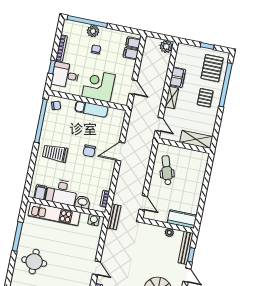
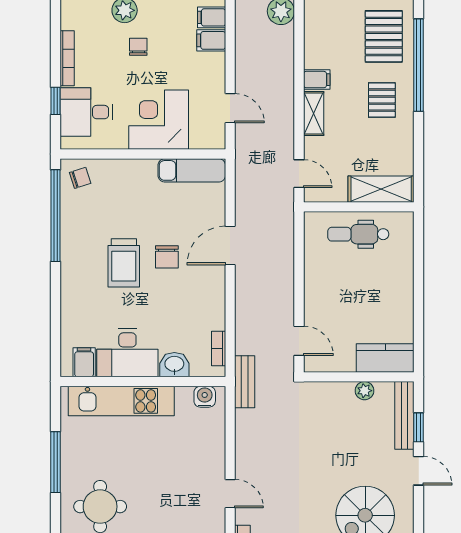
filing cabinet: (178, 77) -> (317, 80), width x0.50
exam couch: (91, 109) -> (192, 170), moved
trolley: (55, 153) -> (124, 263), moved, turned -90
dental chair: (167, 170) -> (358, 234), moved, turned -73

